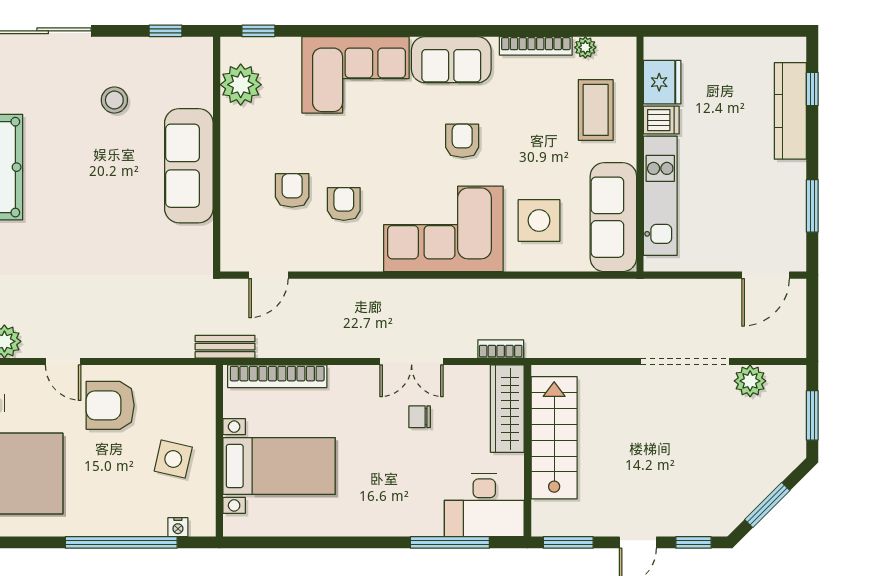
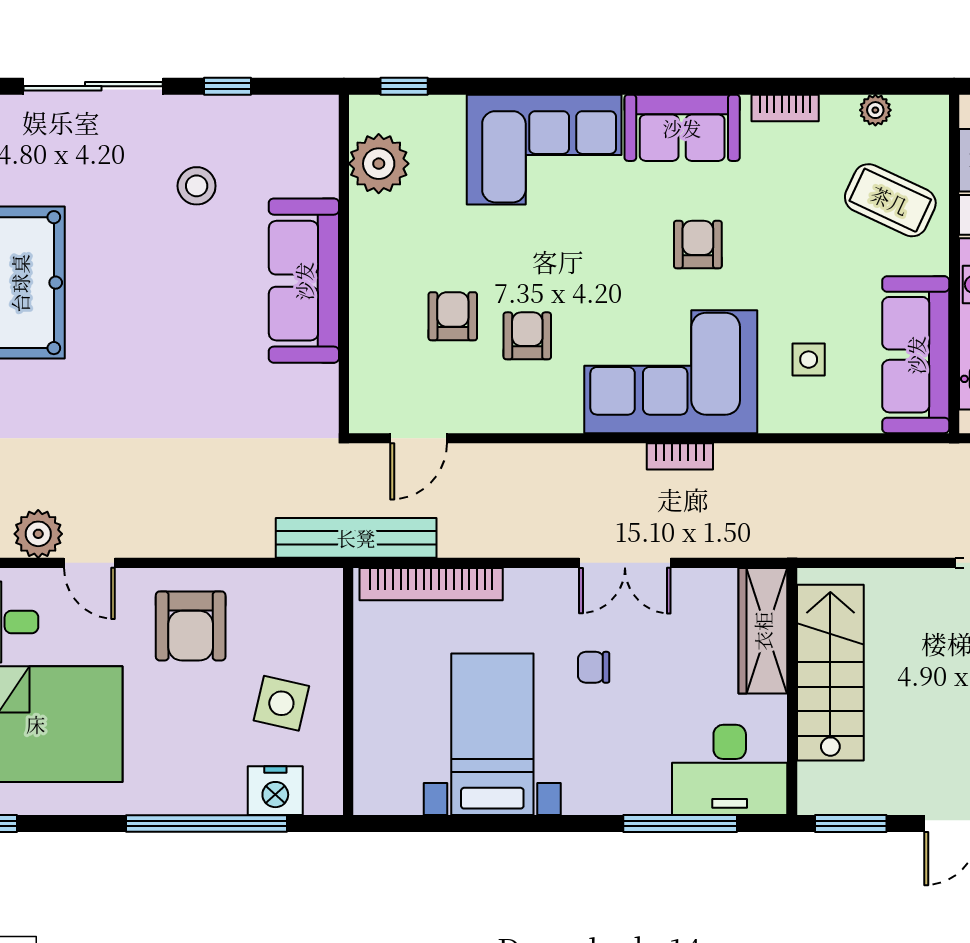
window: (166, 31) -> (228, 86), moved
bookcase: (536, 46) -> (785, 108), width x0.64
coffee table: (596, 110) -> (890, 200), turned -65
side table: (539, 220) -> (809, 360), width x0.54, depth x0.54
bench: (225, 347) -> (356, 538), width x1.86, depth x1.21
bookcase: (501, 349) -> (680, 456), moved, turned 180
door: (63, 362) -> (89, 563), moved
armchair: (110, 405) -> (191, 626), turned -90
chair: (420, 417) -> (594, 667), moved
bed with nightstands: (279, 466) -> (492, 734), moved, turned -90
nightstand: (178, 527) -> (275, 791), width x1.89, depth x1.79

